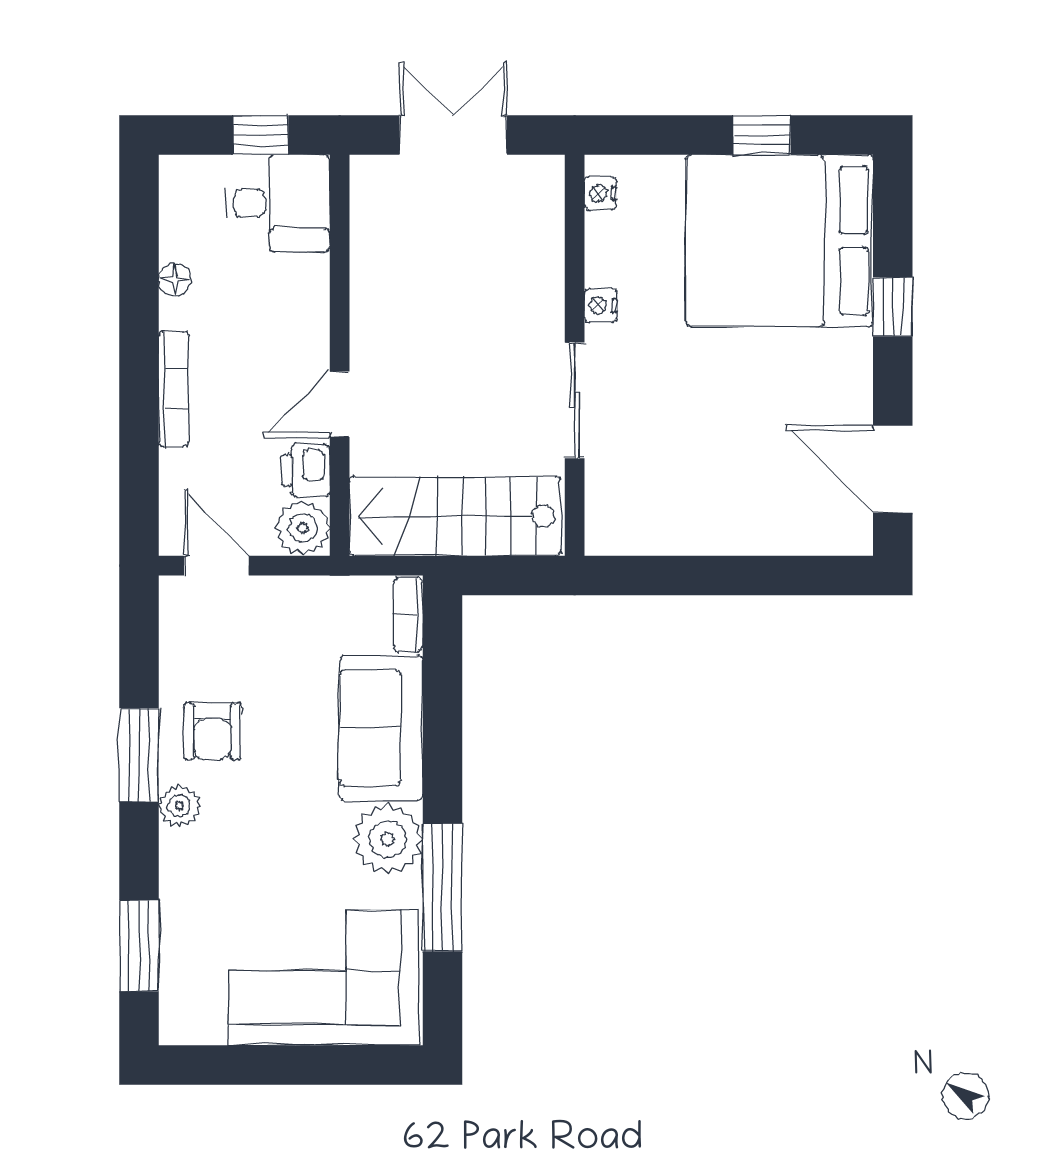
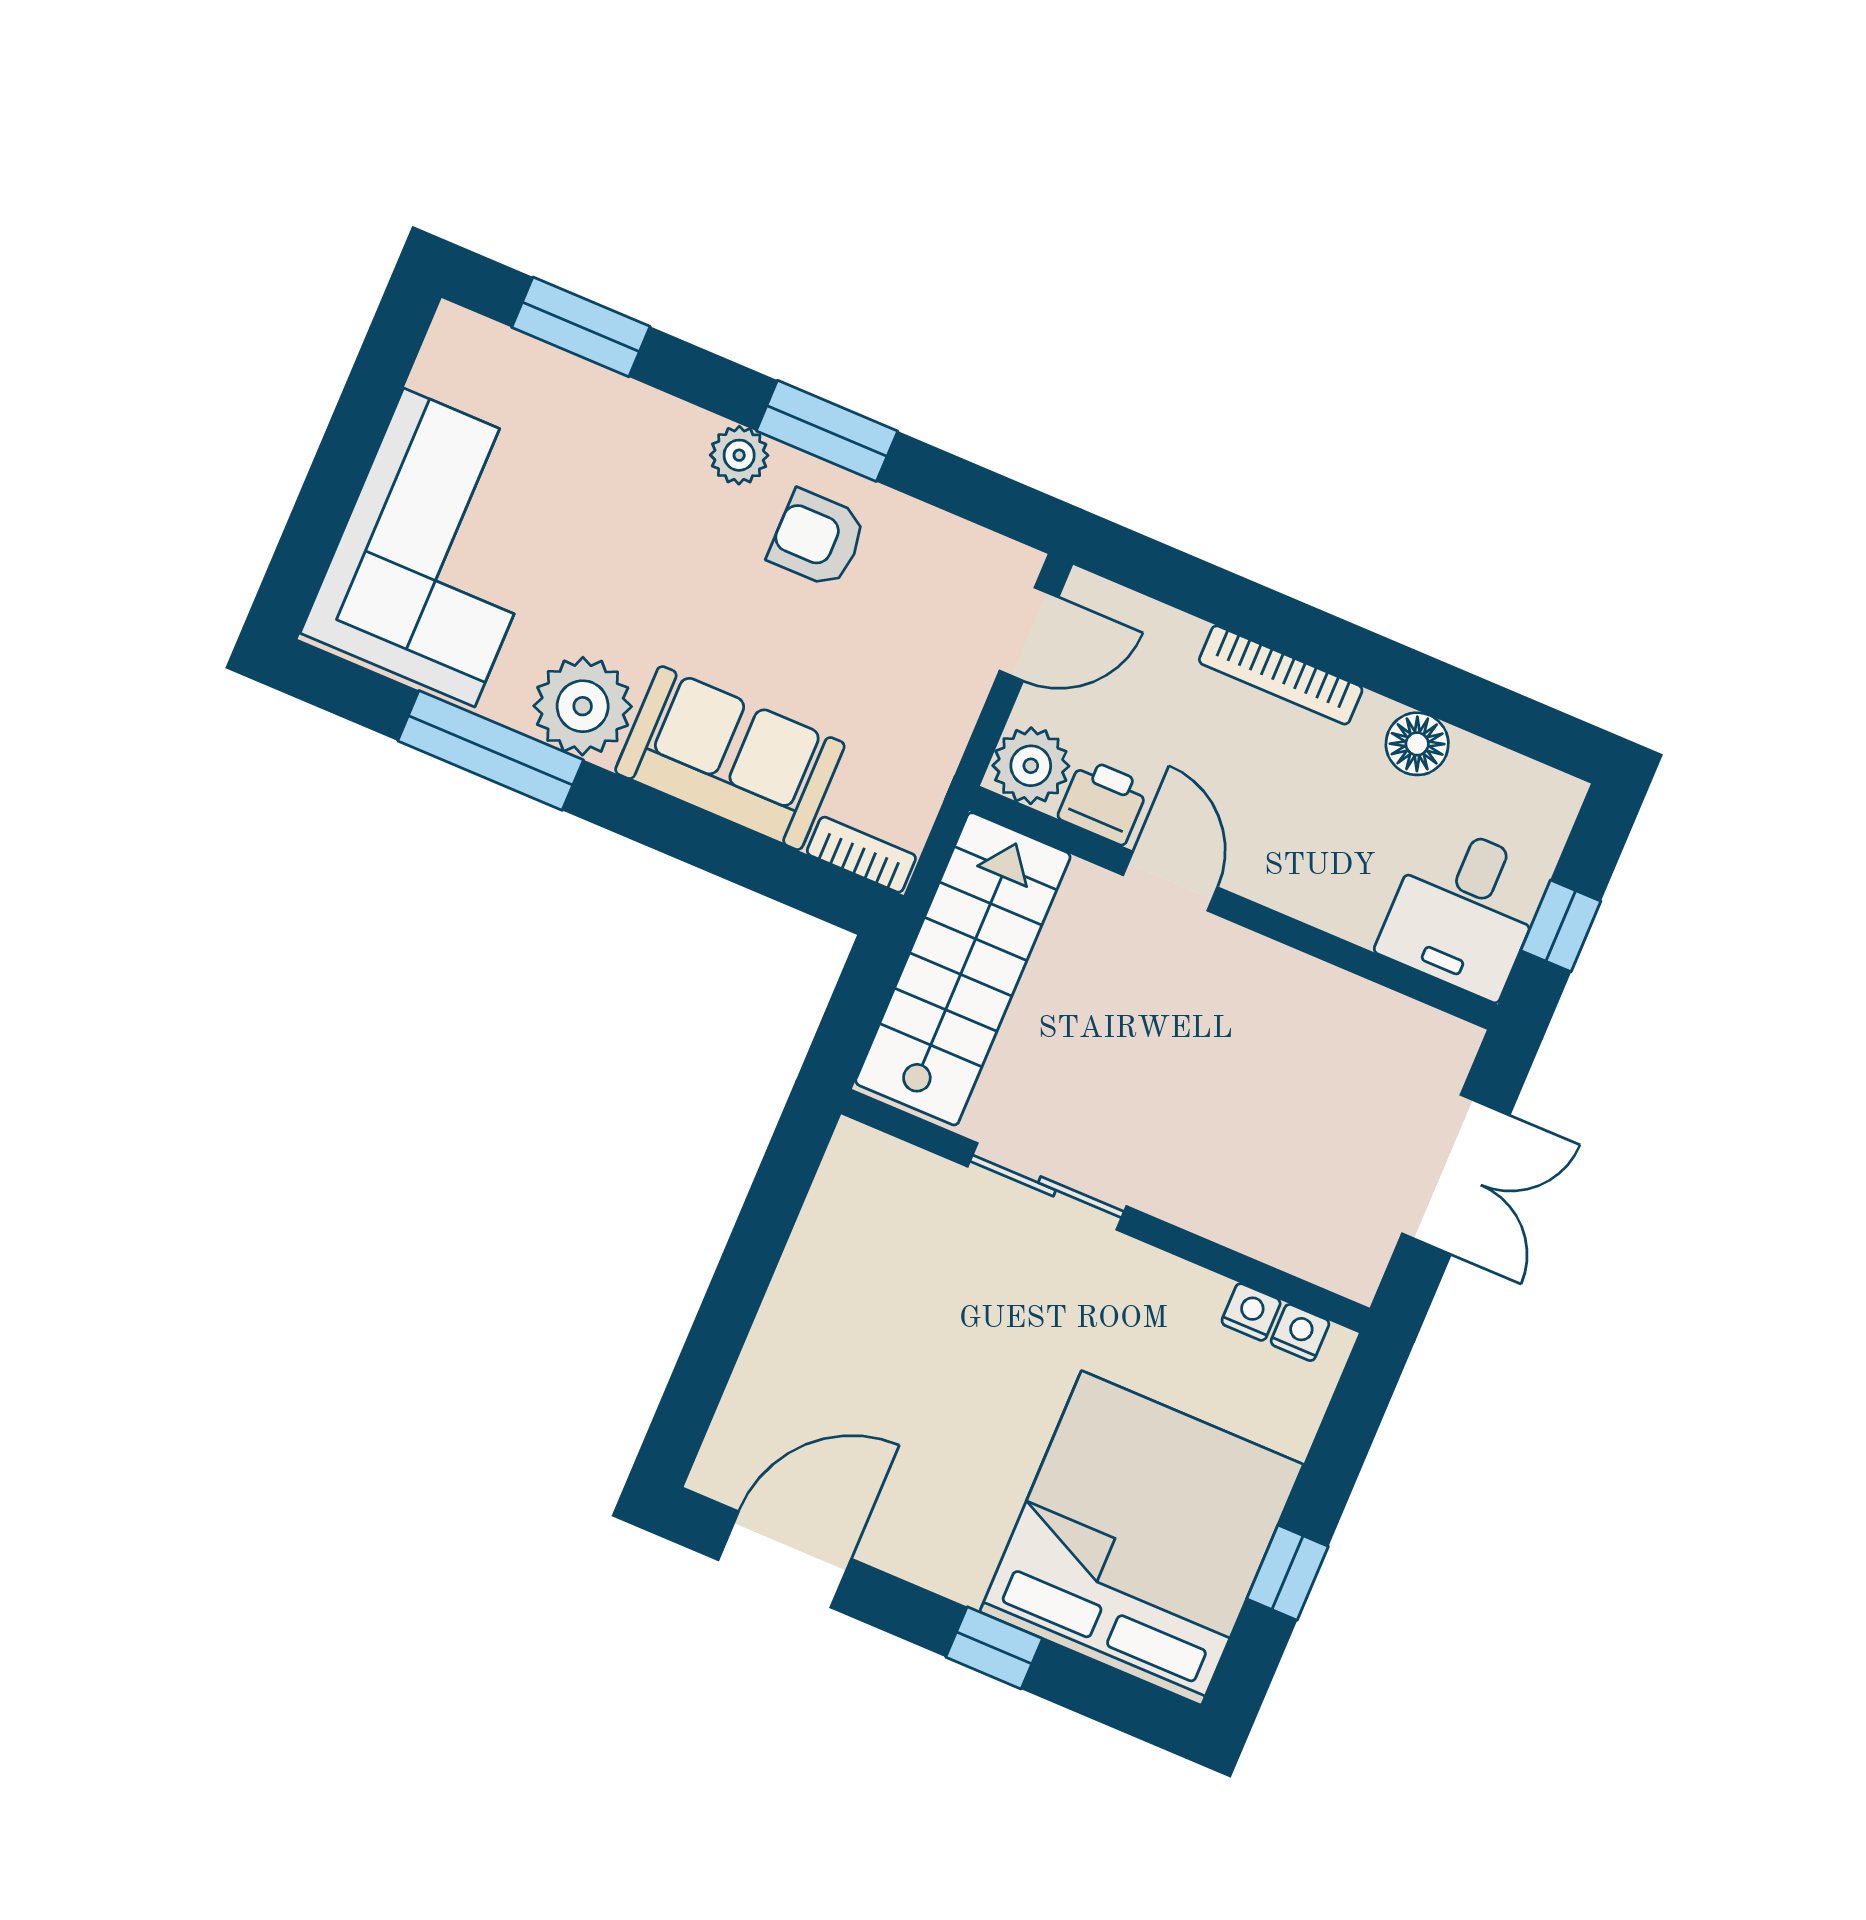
floor lamp: (175, 280) -> (1417, 744), width x1.37, depth x1.37
nightstand: (600, 306) -> (1251, 1312), moved

